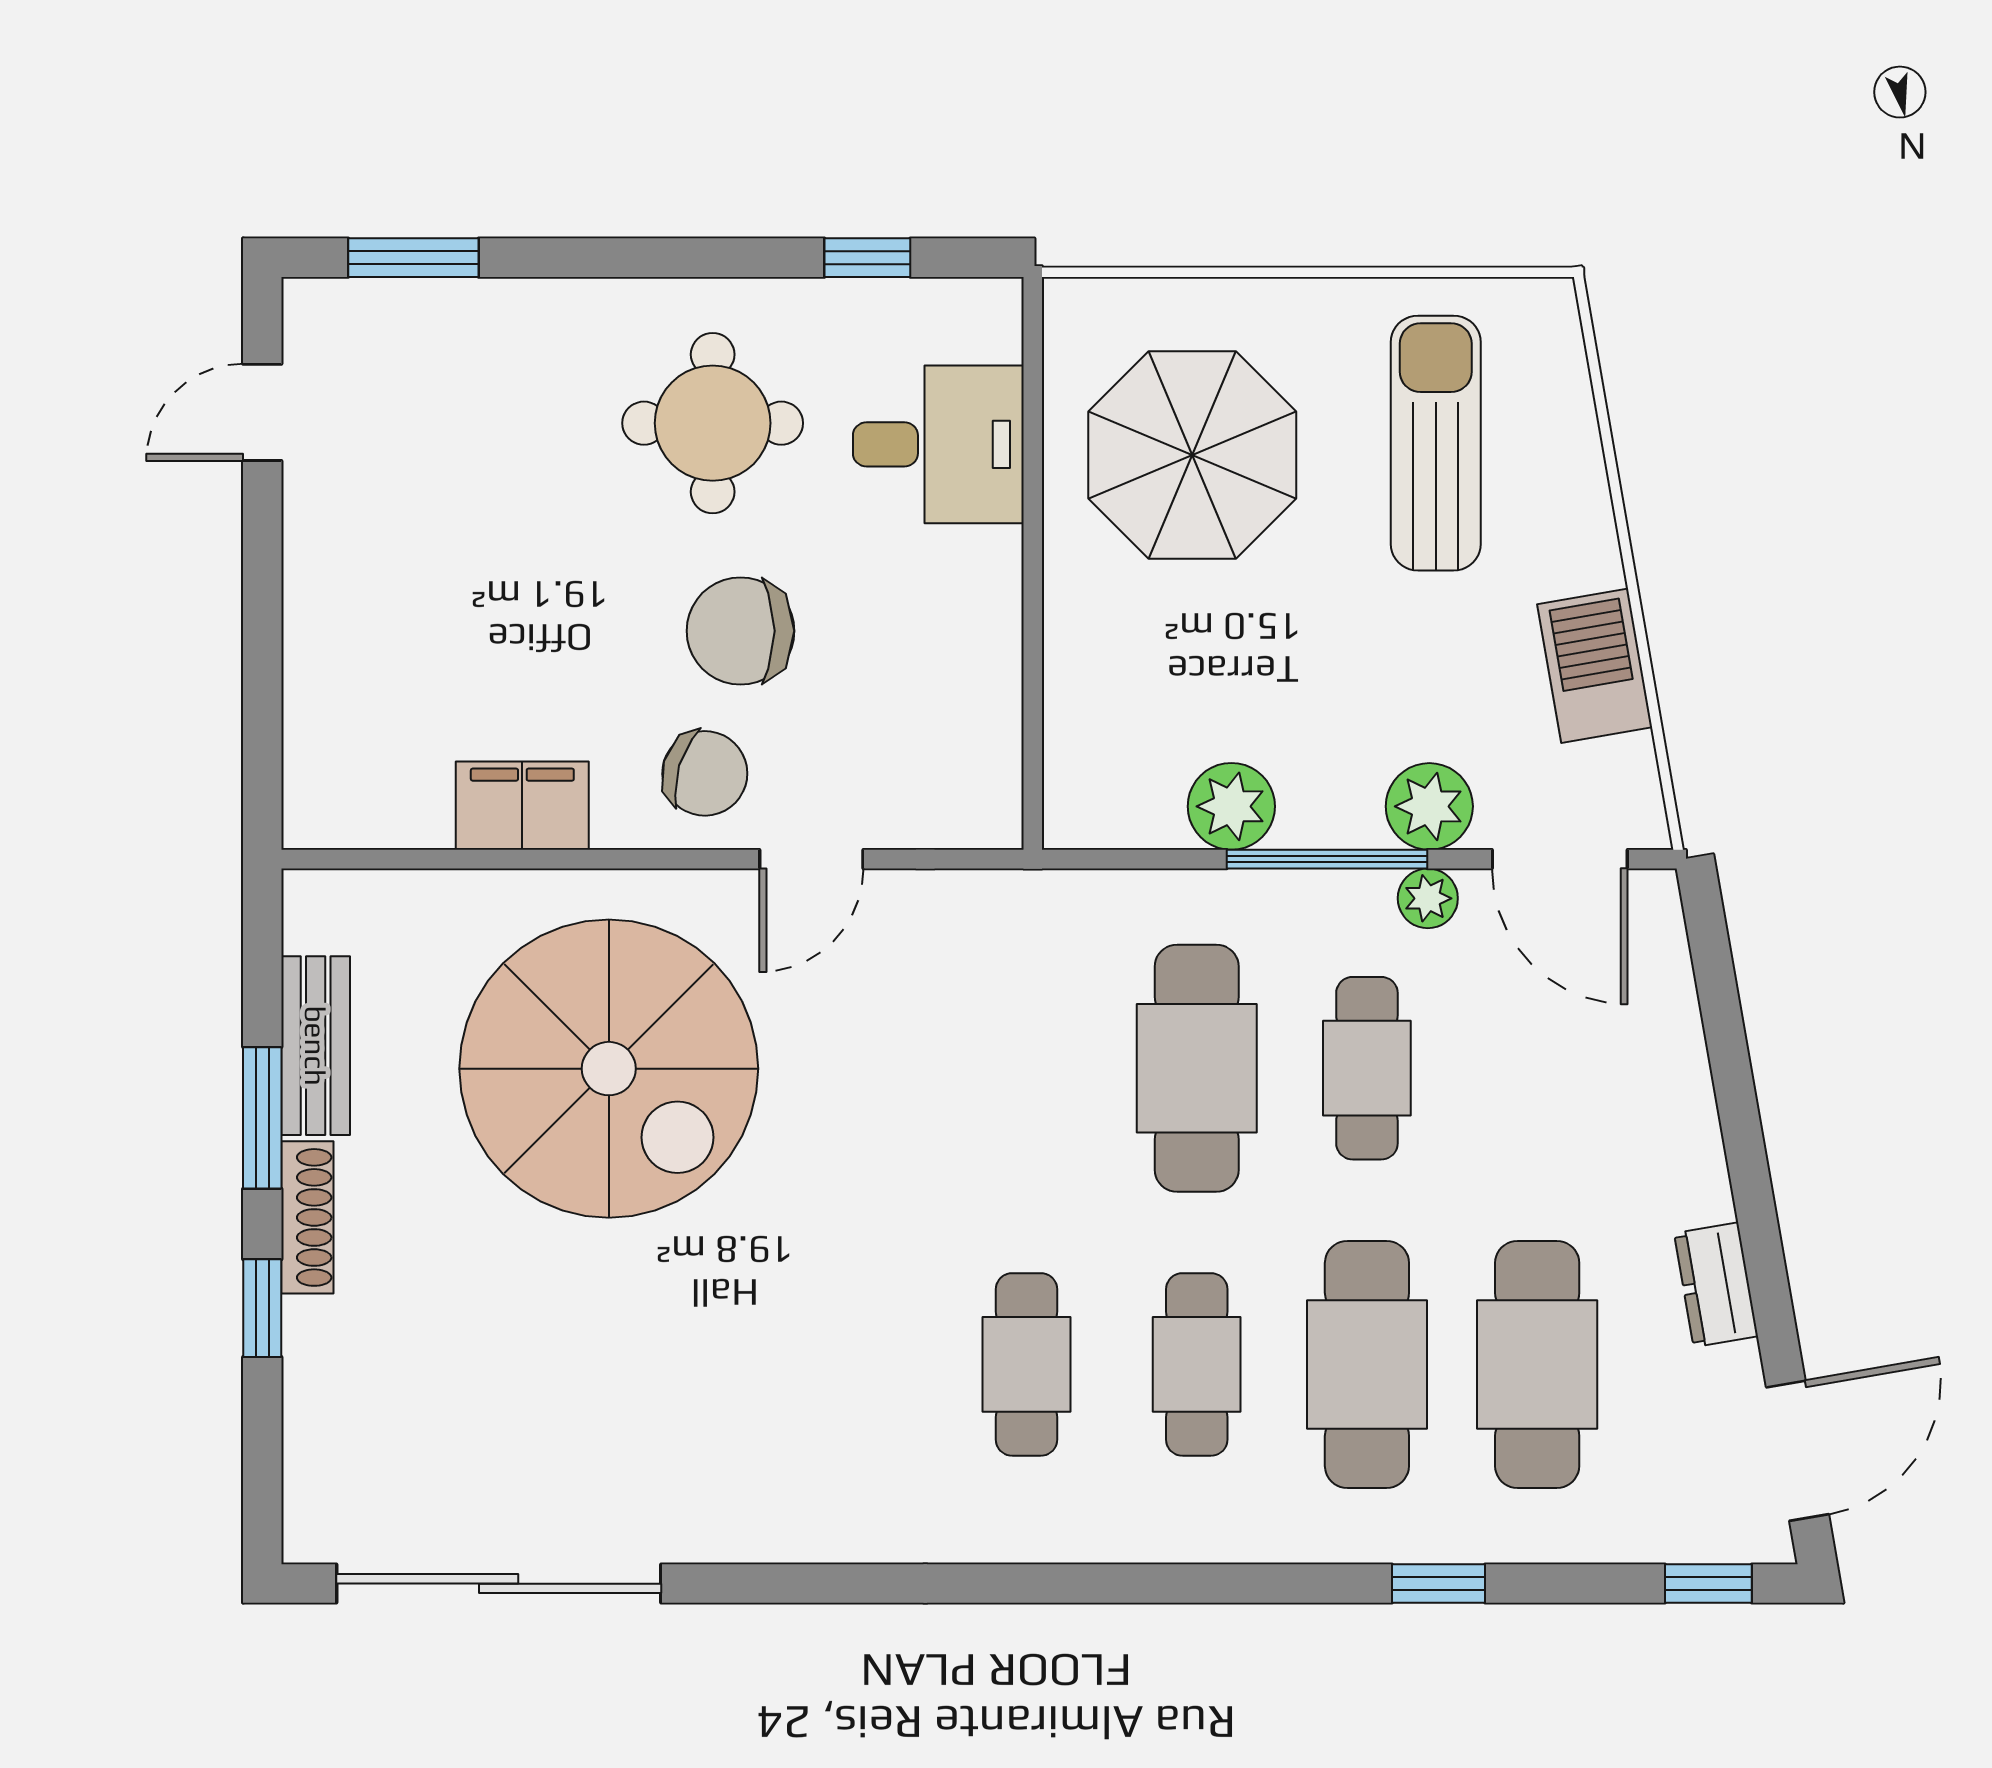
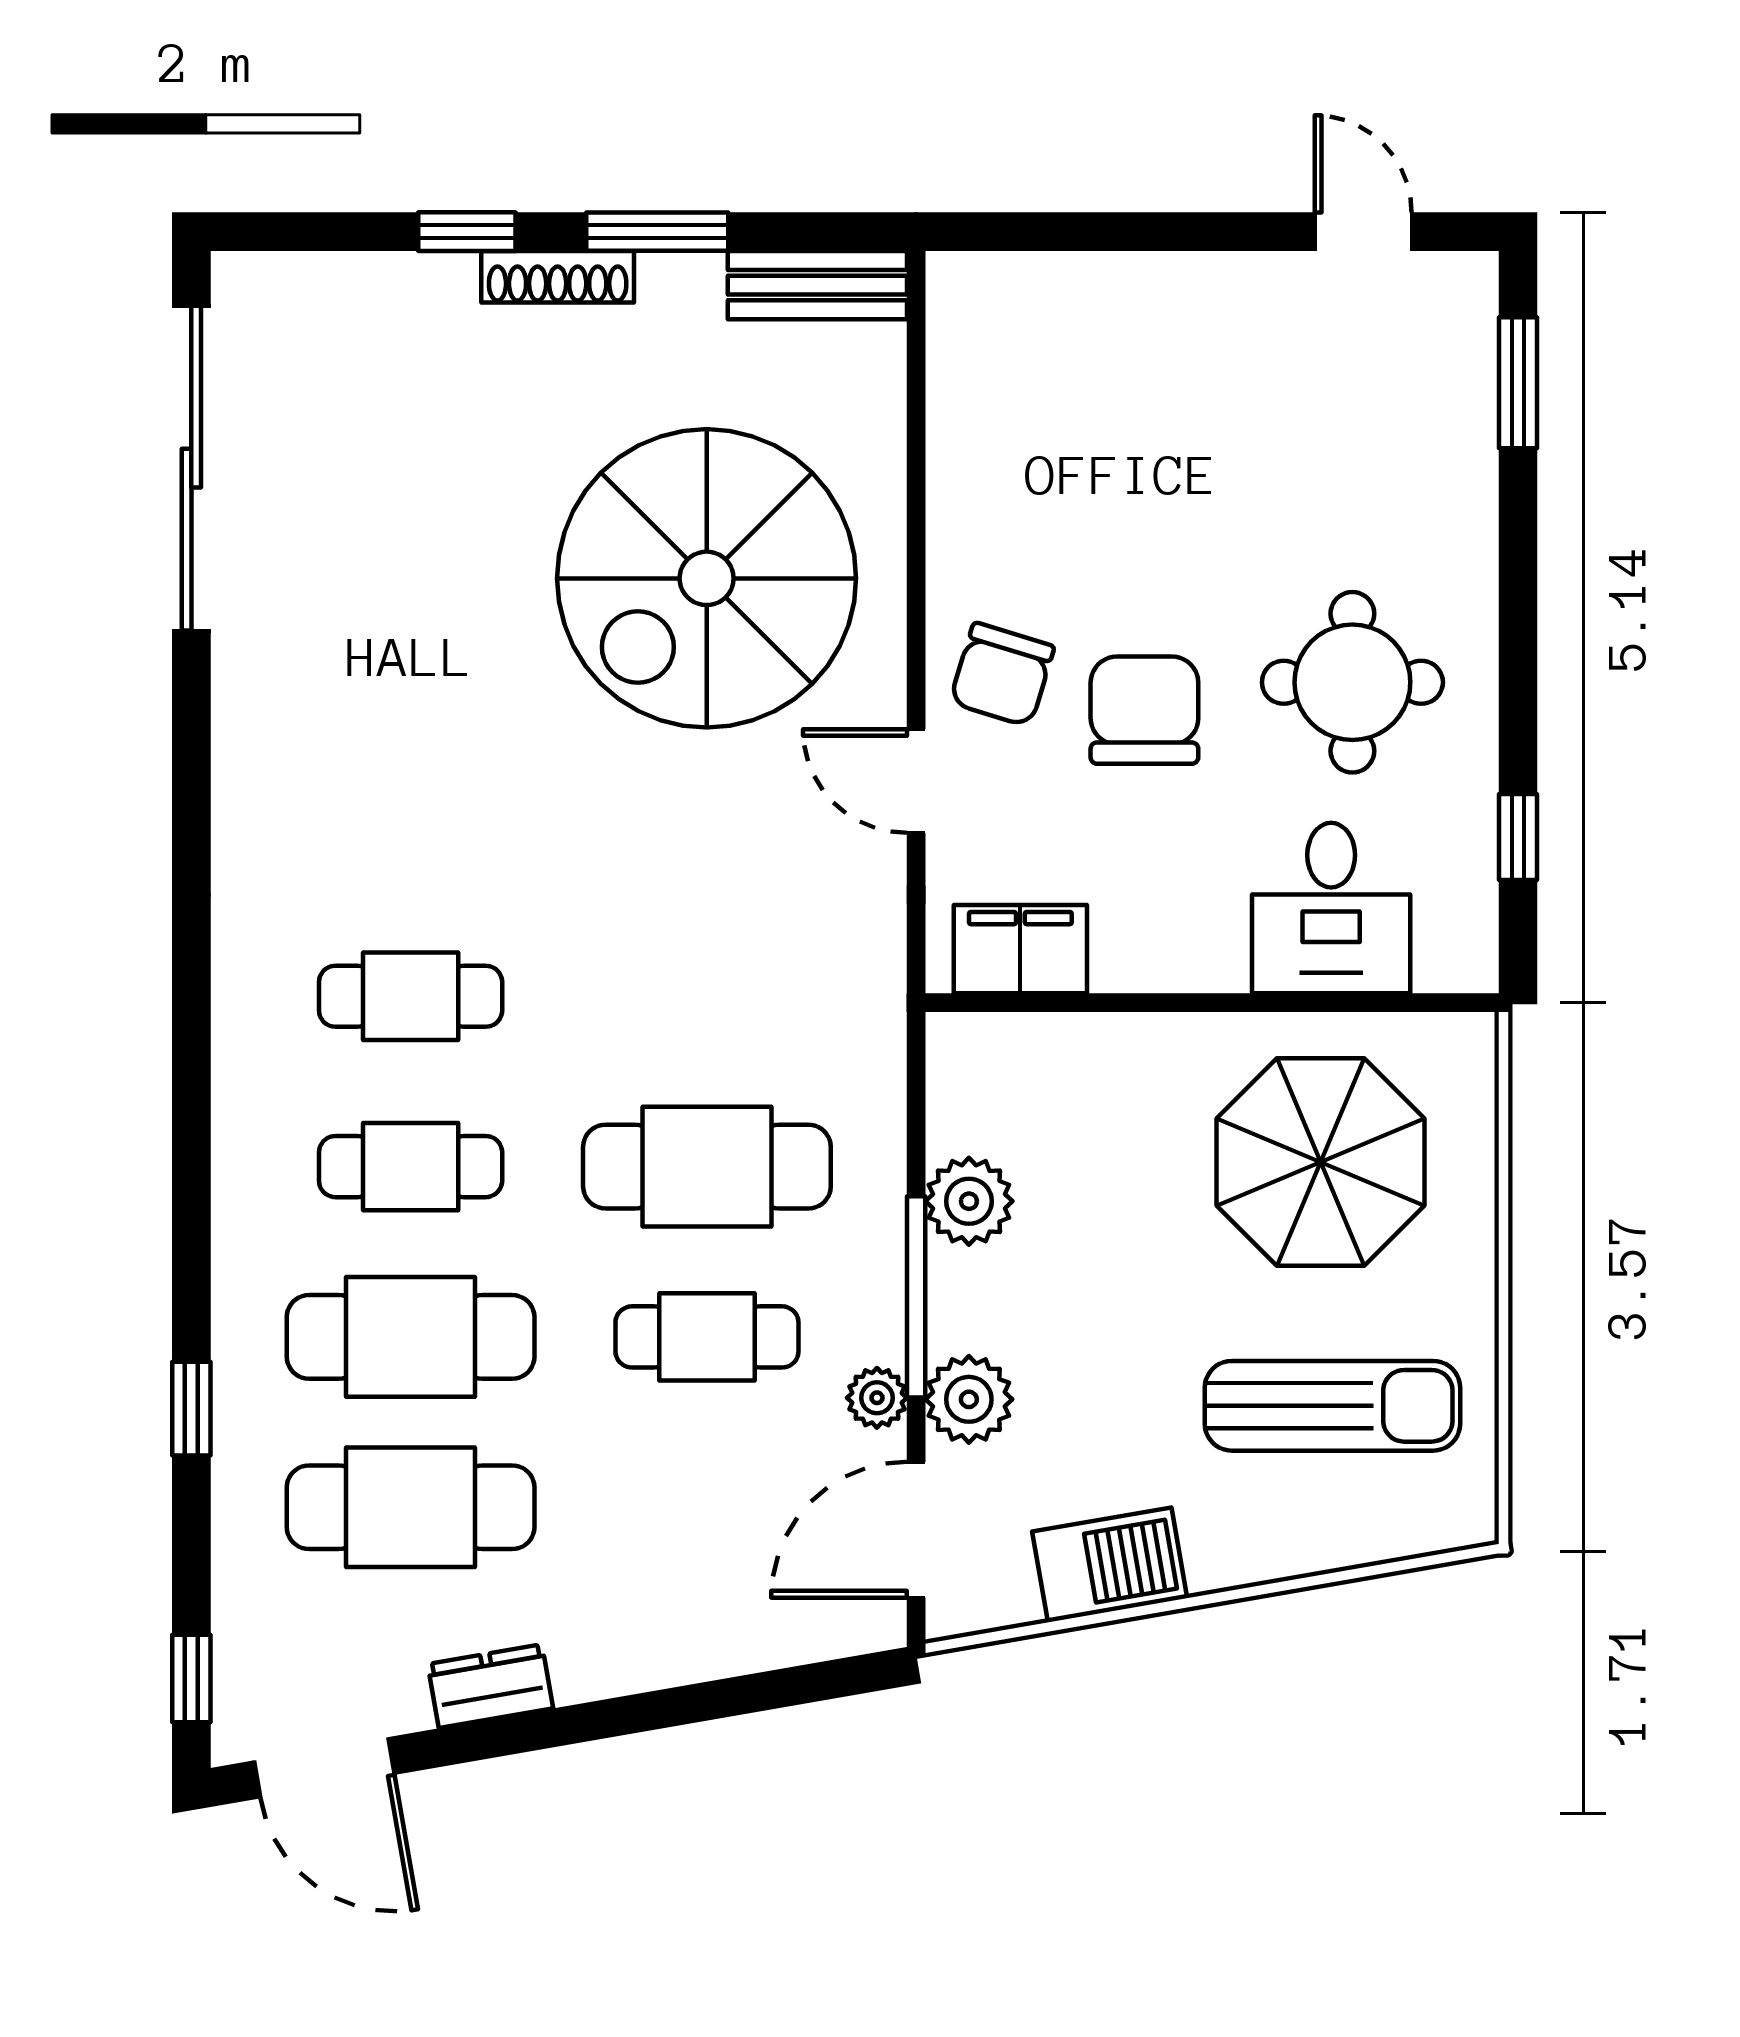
filing cabinet: (522, 806) -> (1020, 949), moved, turned -90
bench: (316, 1046) -> (817, 285), moved

